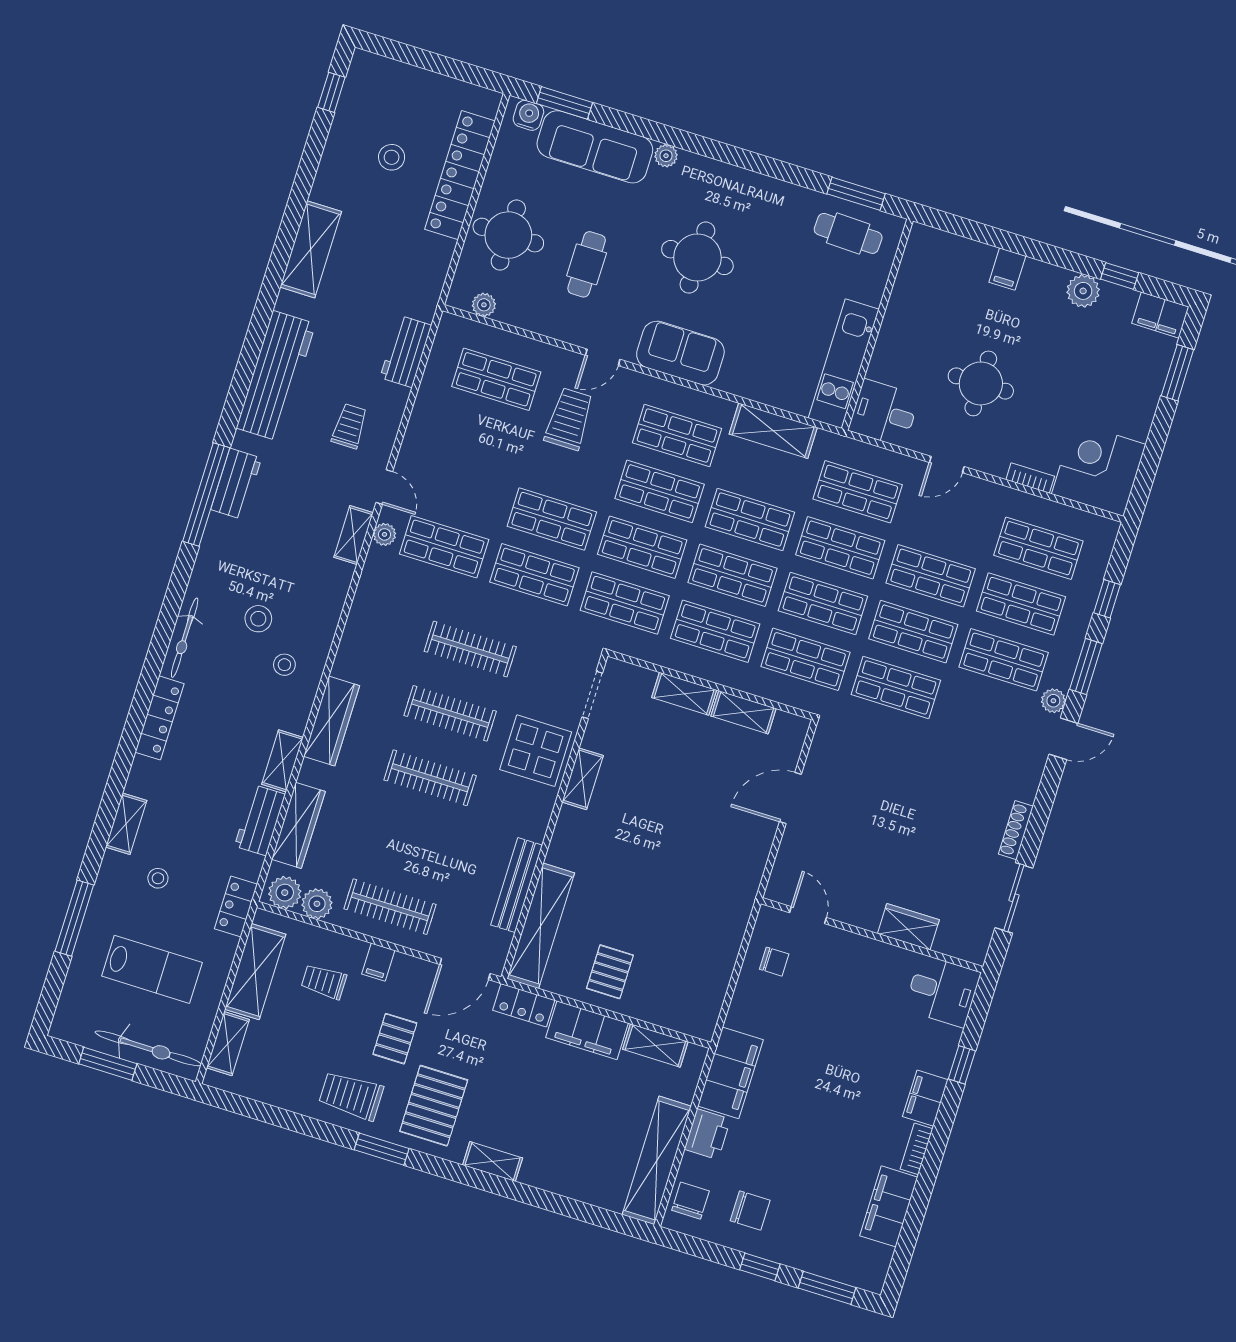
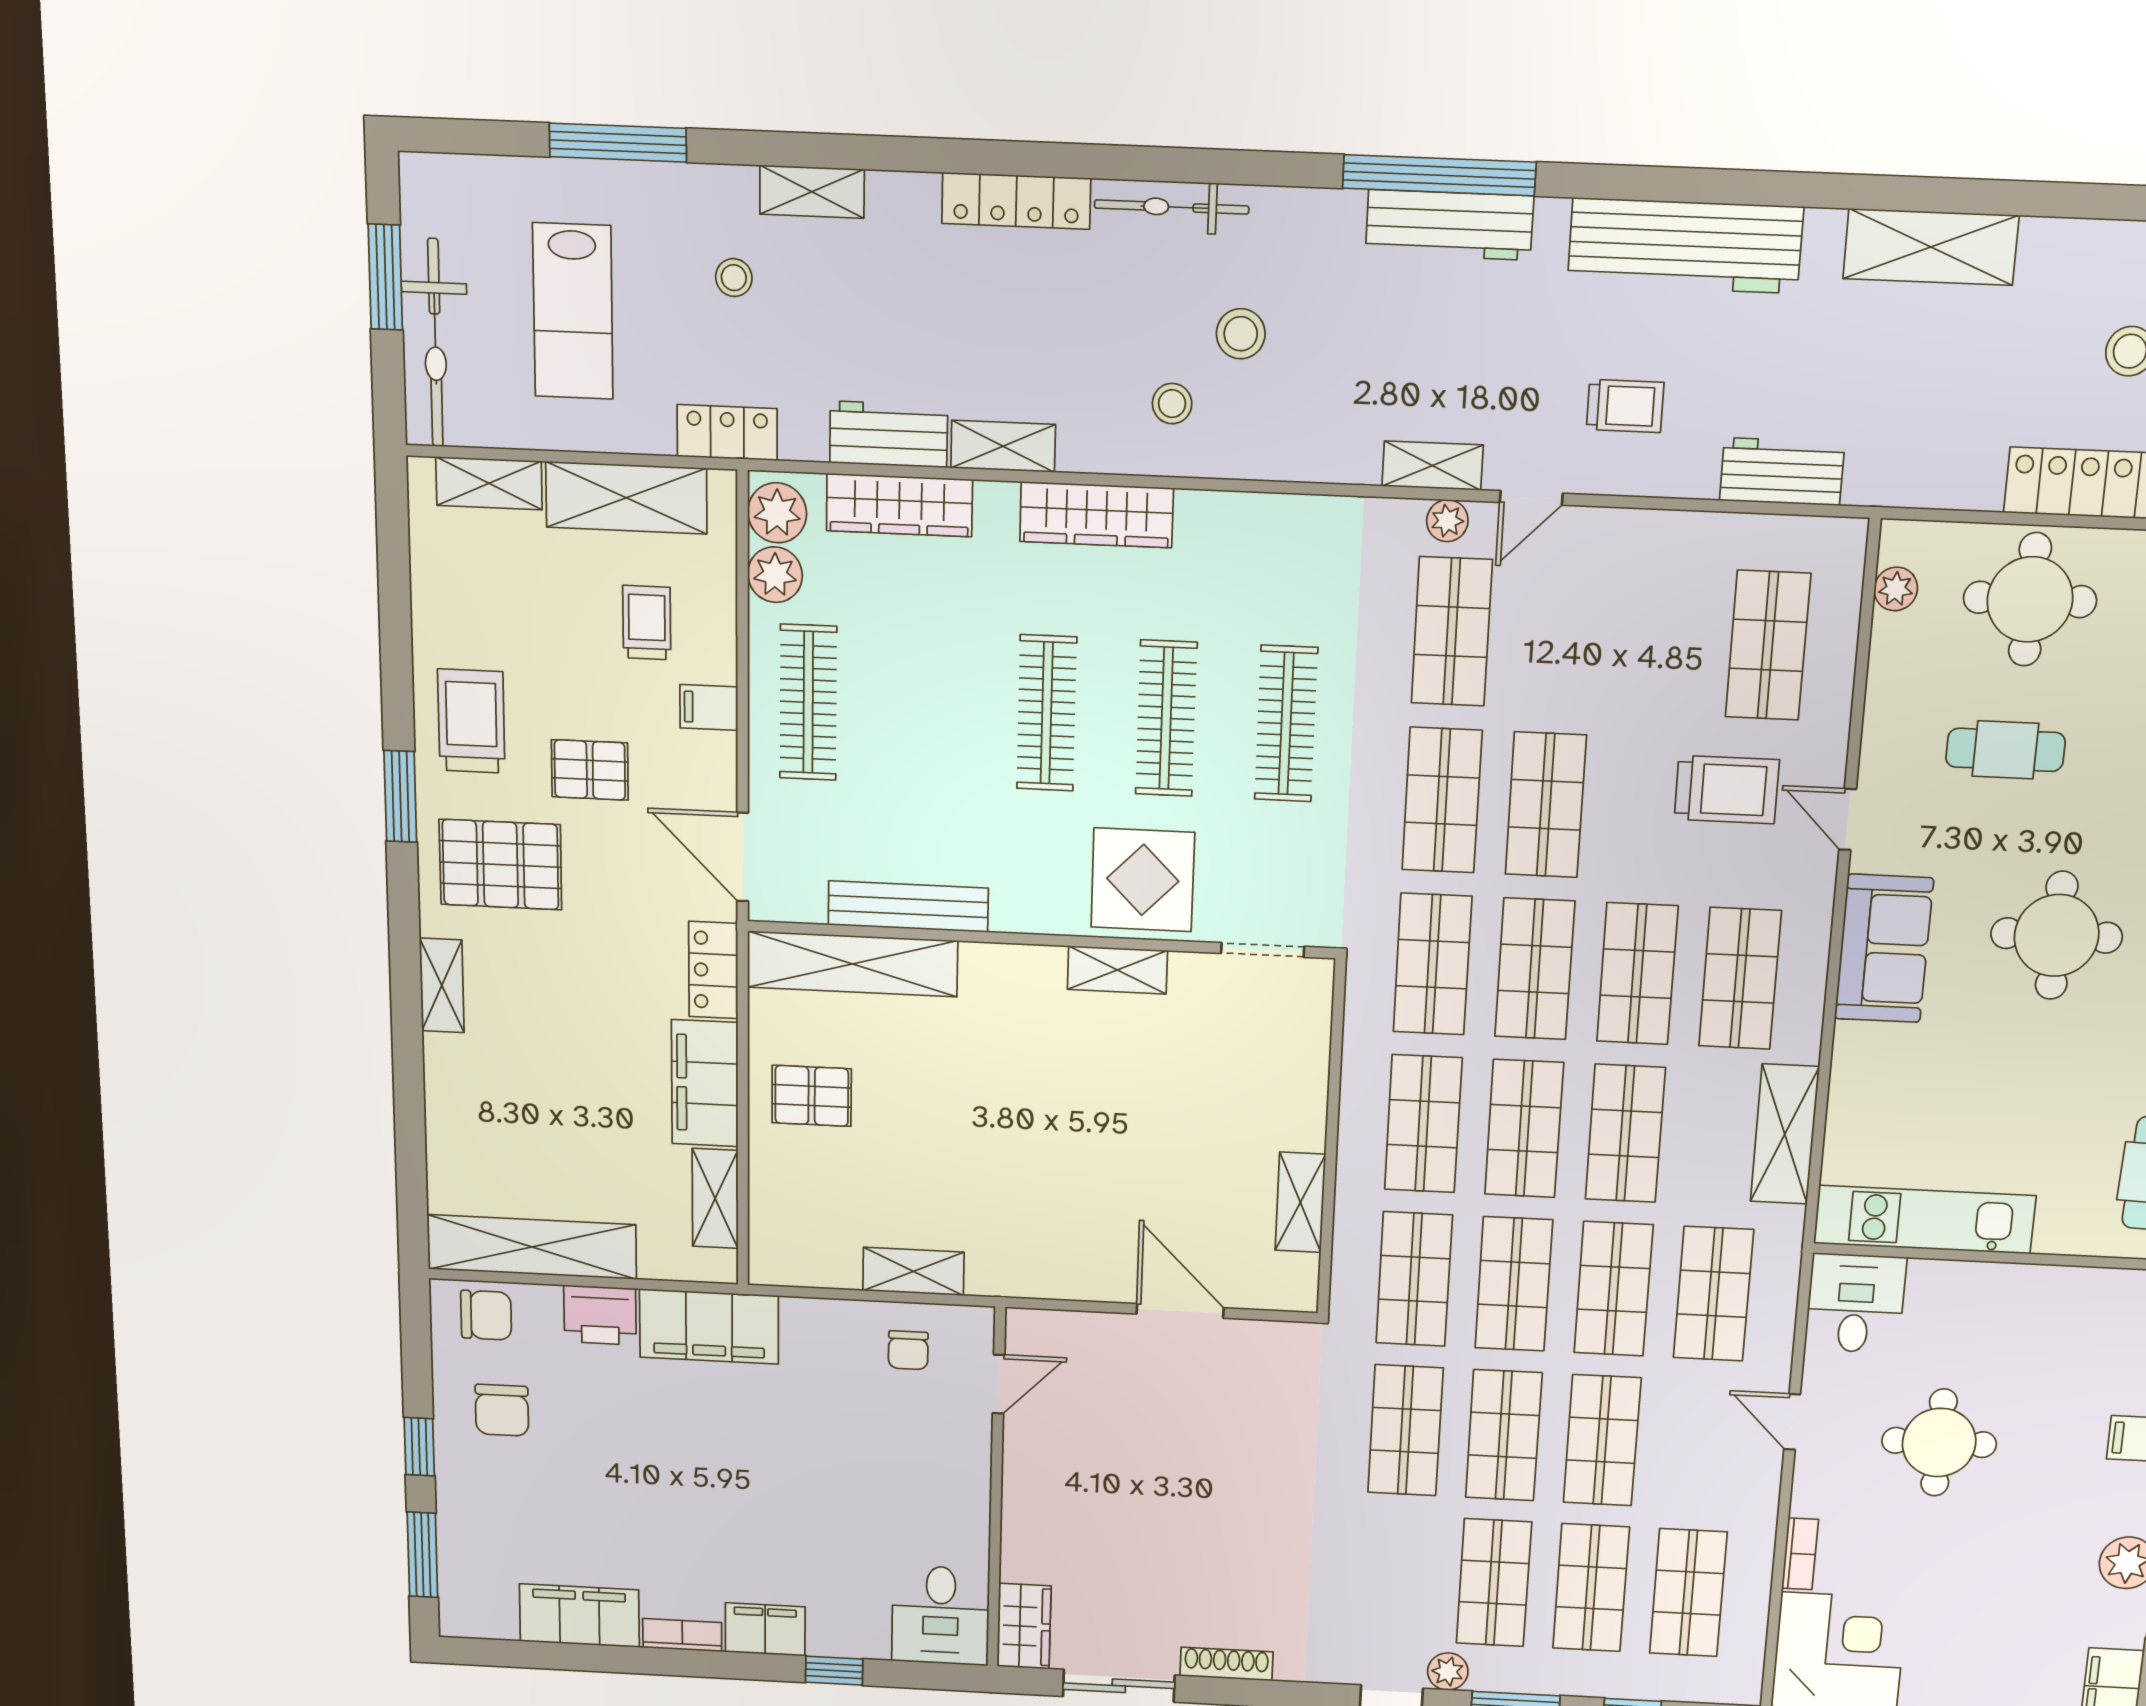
workbench: (236, 484) -> (1449, 225), width x1.37
shelving: (684, 694) -> (913, 1271), moved, turned 90
wardrobe: (908, 927) -> (1024, 1626), moved

